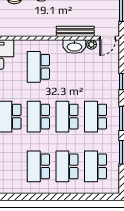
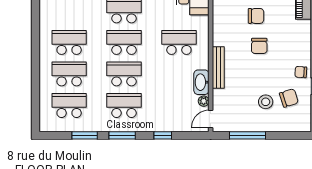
bench: (75, 31) -> (218, 67), moved
door: (108, 38) -> (211, 119), hinge flipped

